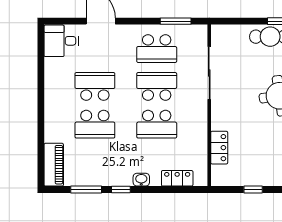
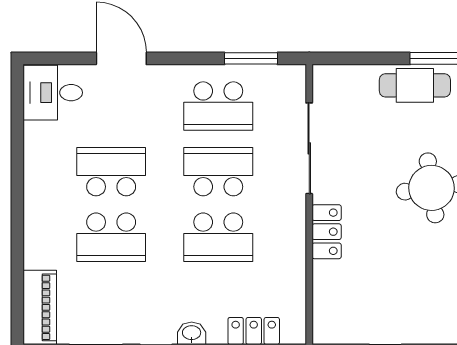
locker: (219, 148) -> (327, 232), moved

